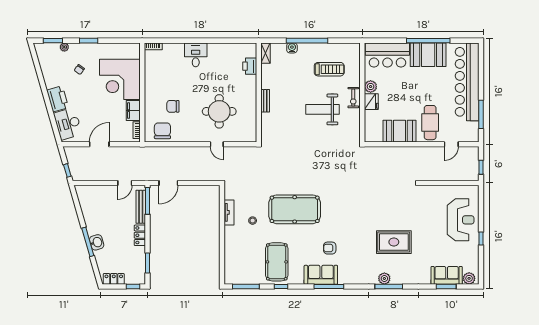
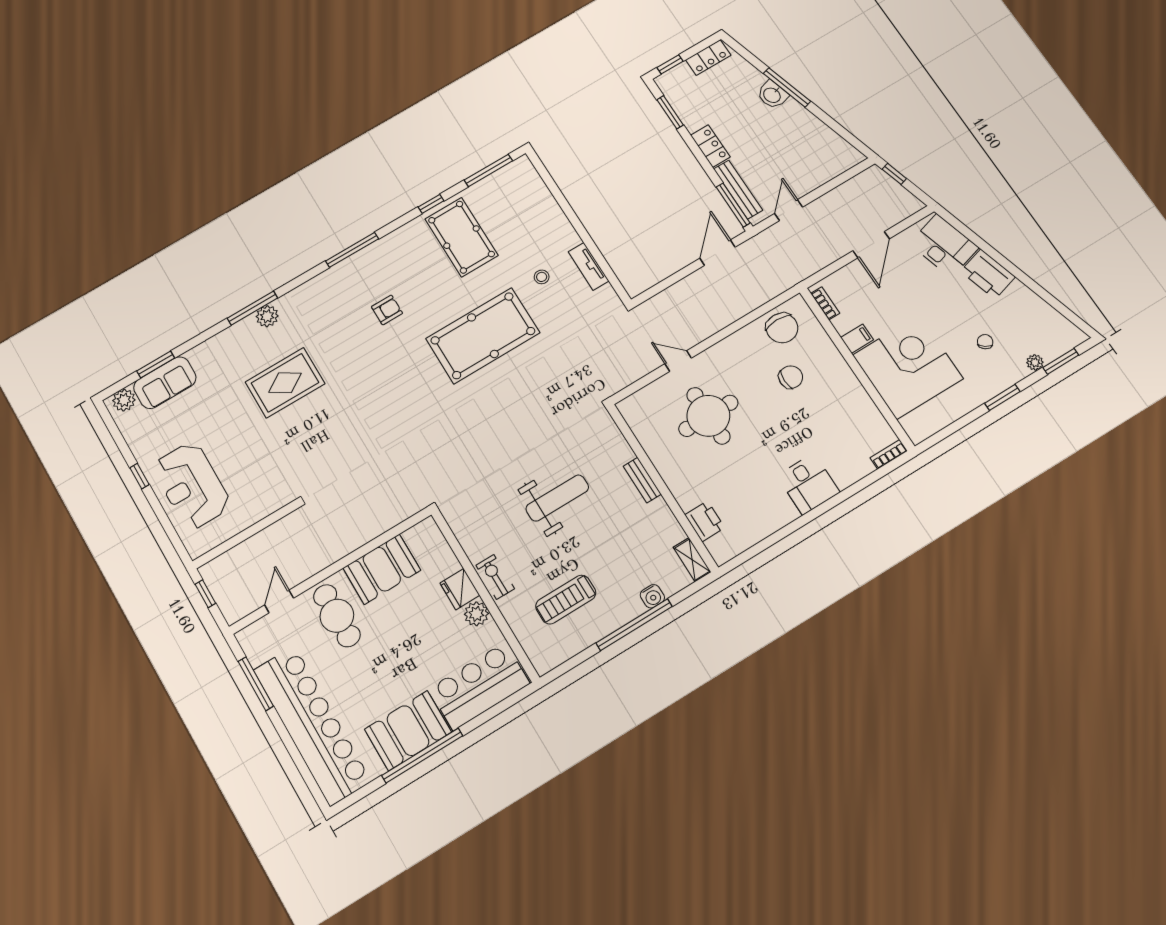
weight bench: (322, 109) -> (557, 498), moved
filing cabinet: (133, 111) -> (857, 339), width x0.50
sofa: (321, 275) -> (376, 260), removed

